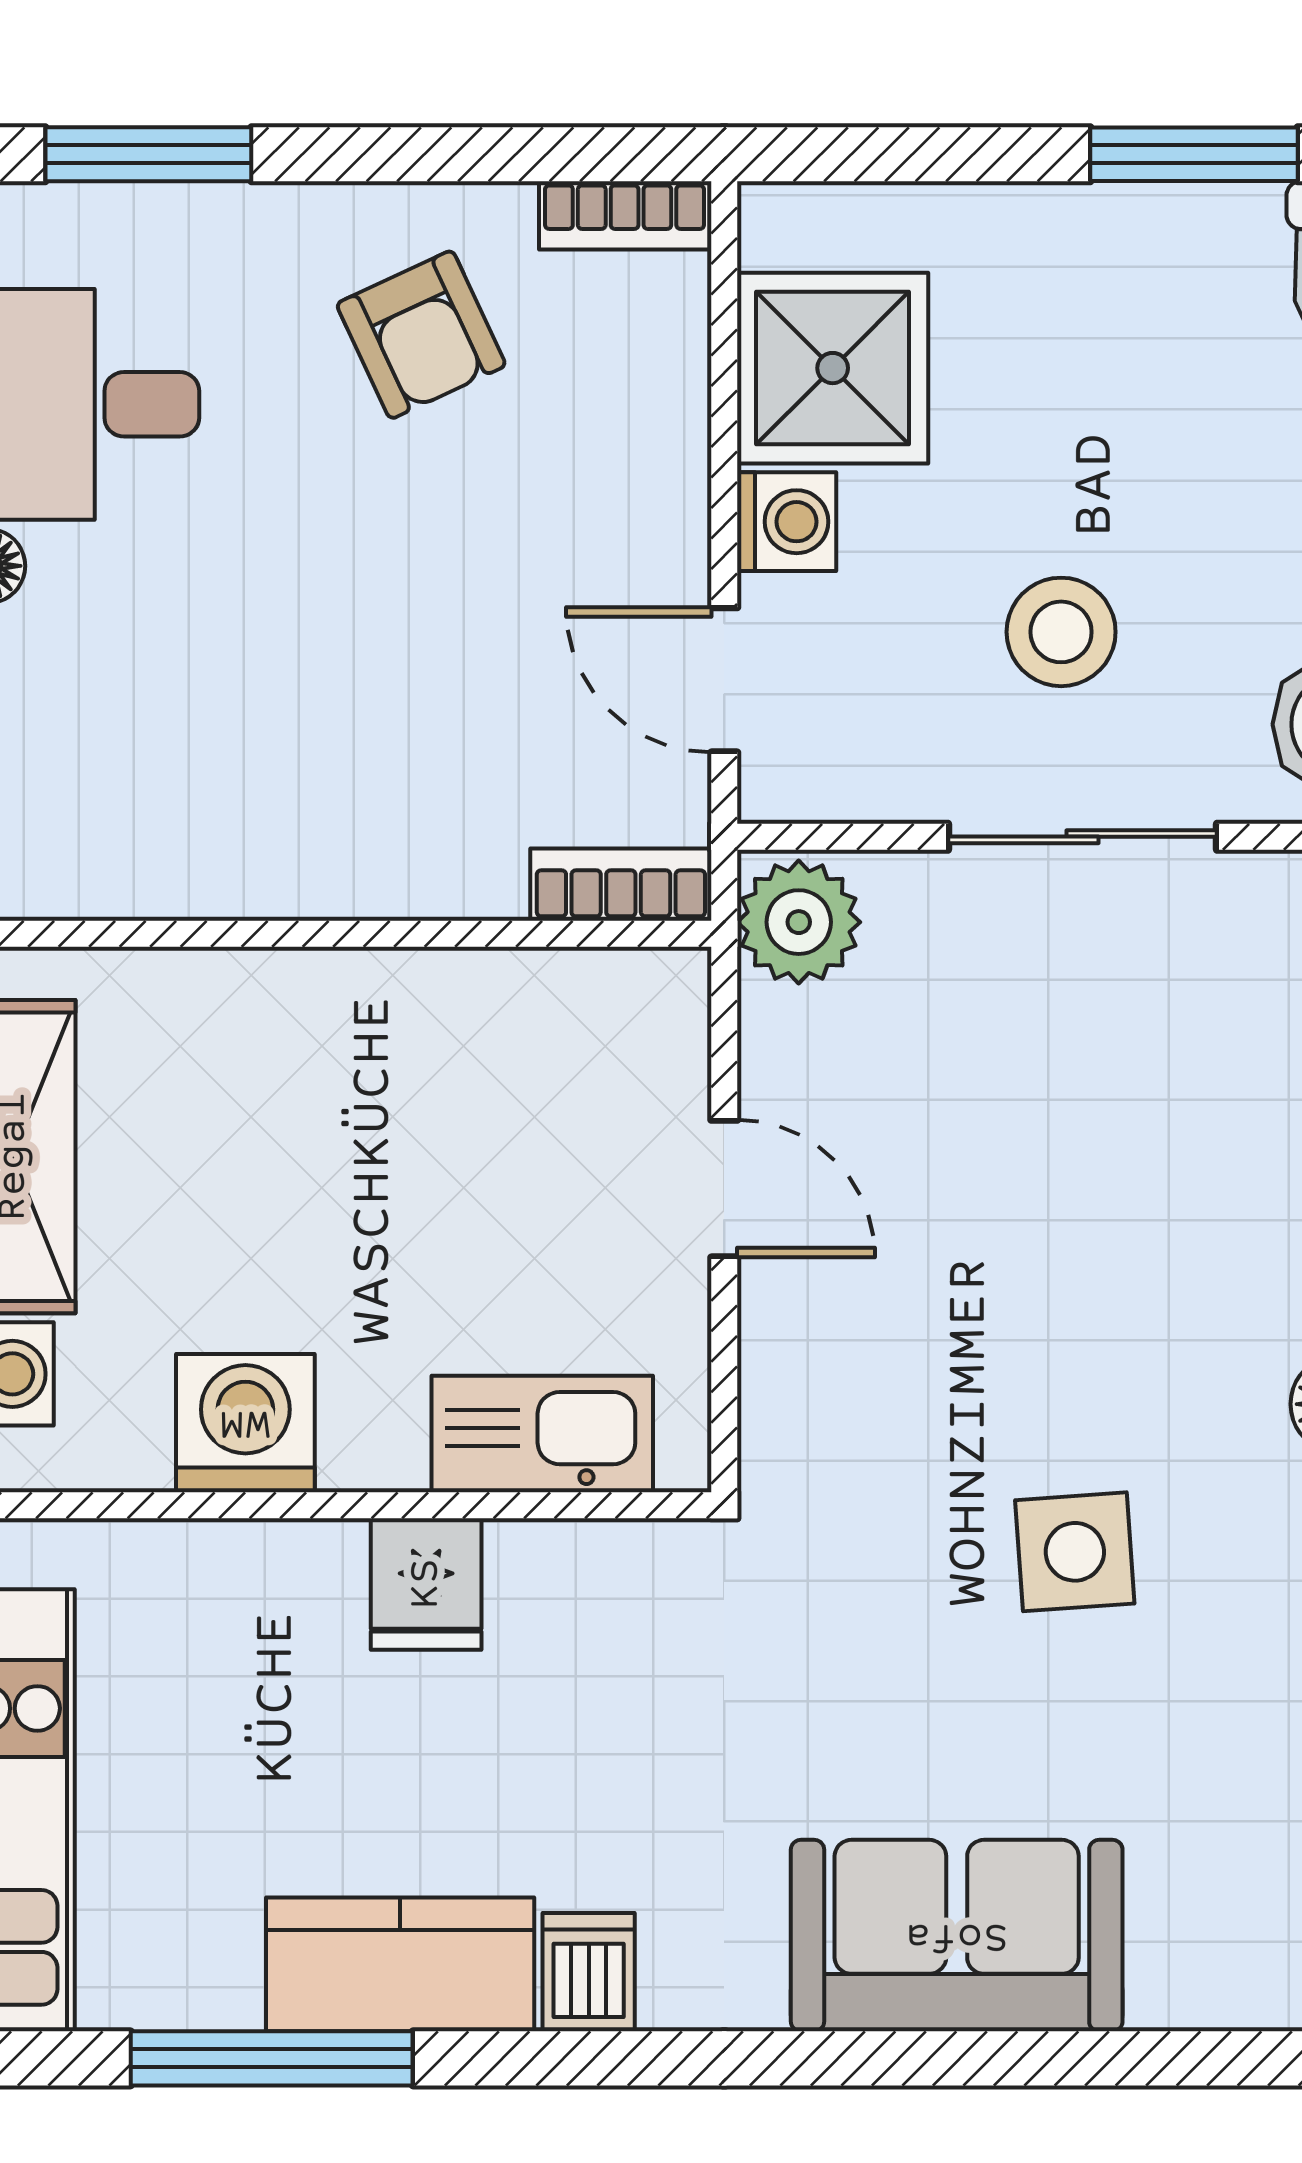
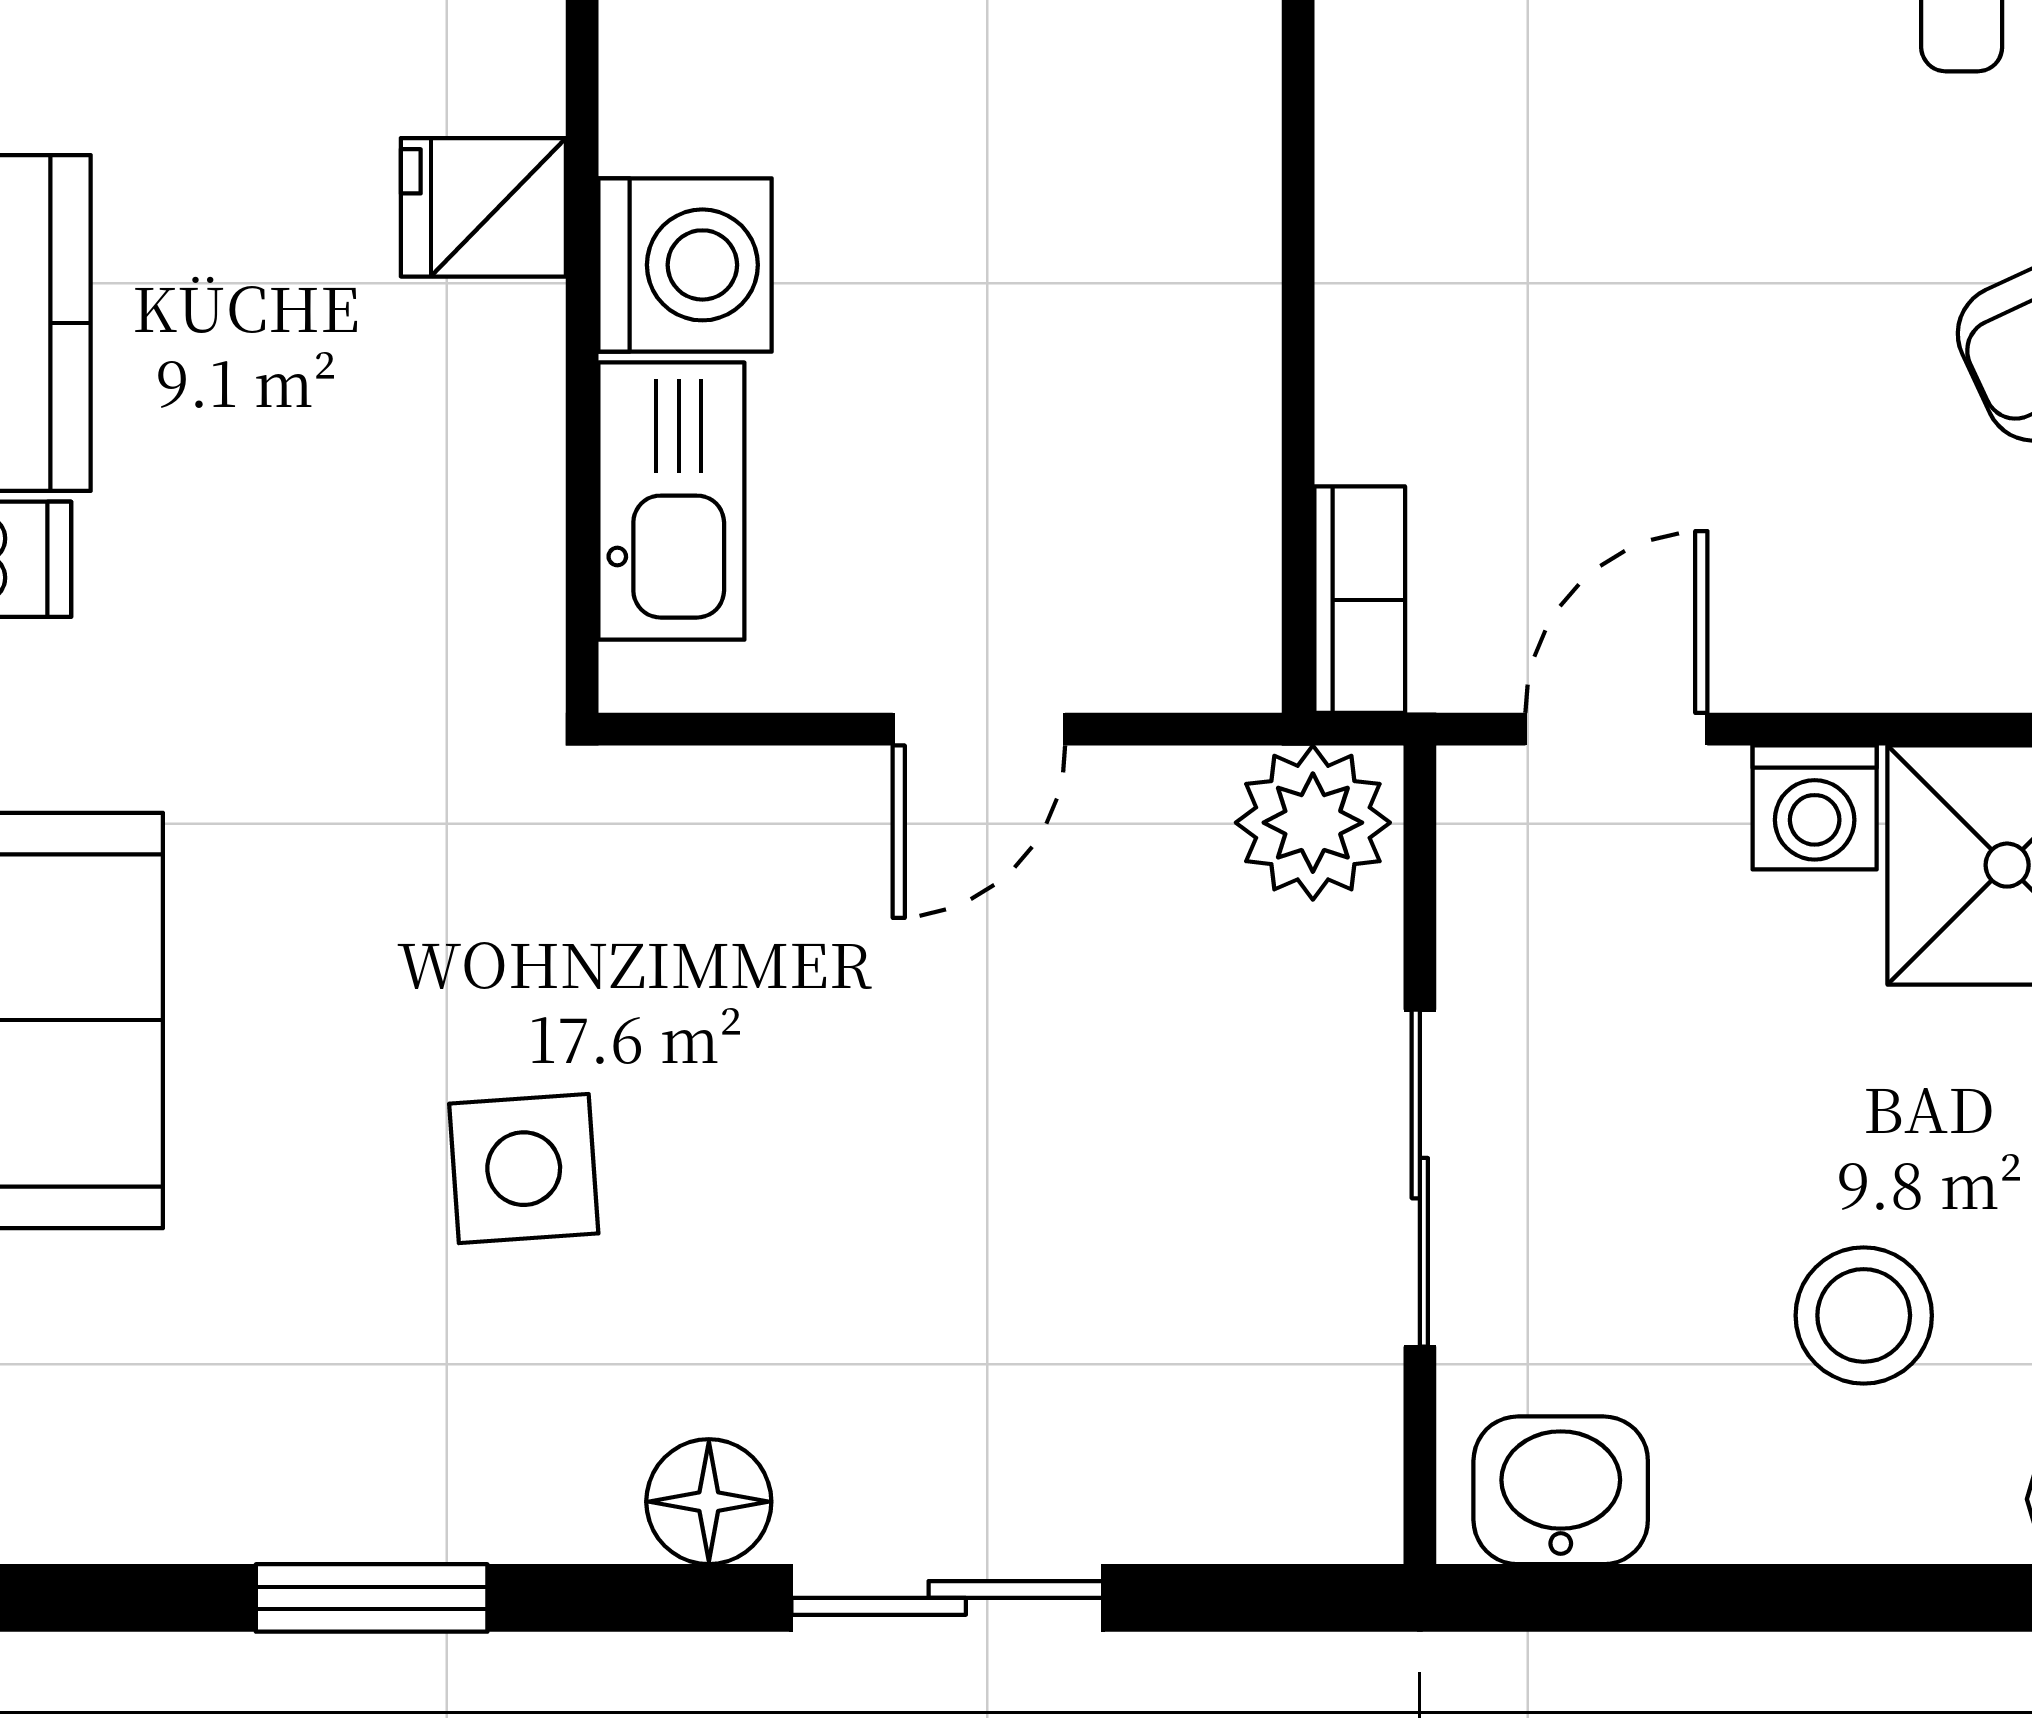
stool: (1061, 632) -> (1864, 1315), moved
washing machine: (245, 1423) -> (685, 265), moved
fridge: (426, 1584) -> (483, 207), moved

